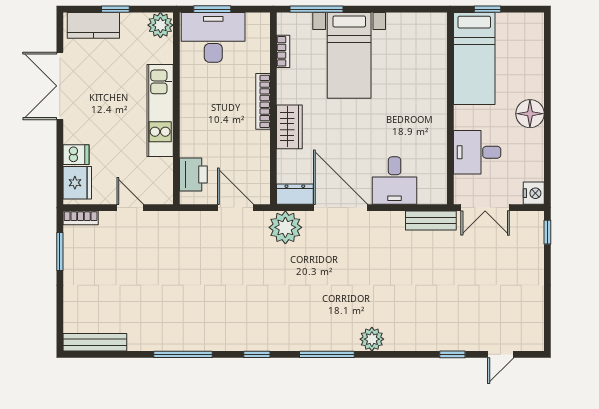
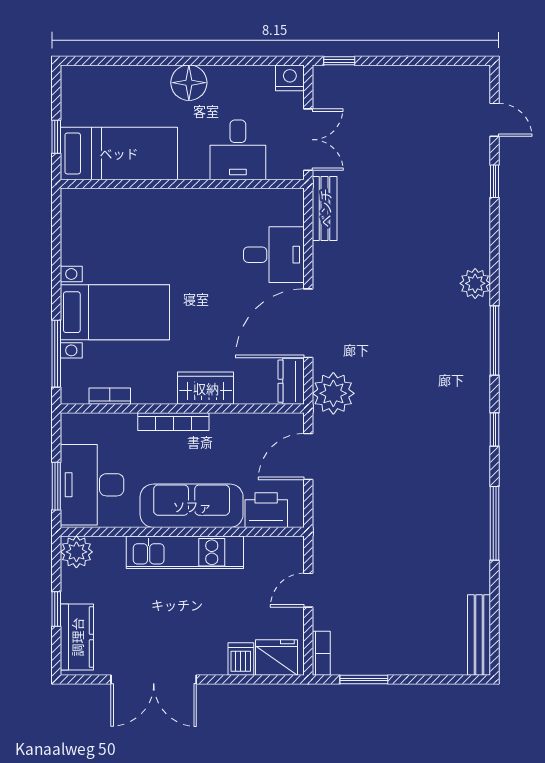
sofa: (197, 116) -> (192, 506), added

